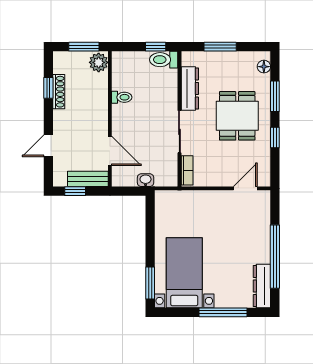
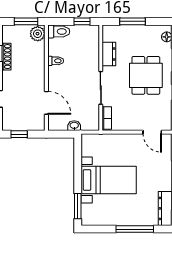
toilet: (164, 60) -> (59, 31), moved, turned 180
dresser: (190, 88) -> (109, 54), width x0.70
bench: (88, 179) -> (29, 125), removed
door: (245, 188) -> (152, 132), swing flipped
bed with nightstands: (184, 273) -> (109, 180), moved, turned 90

